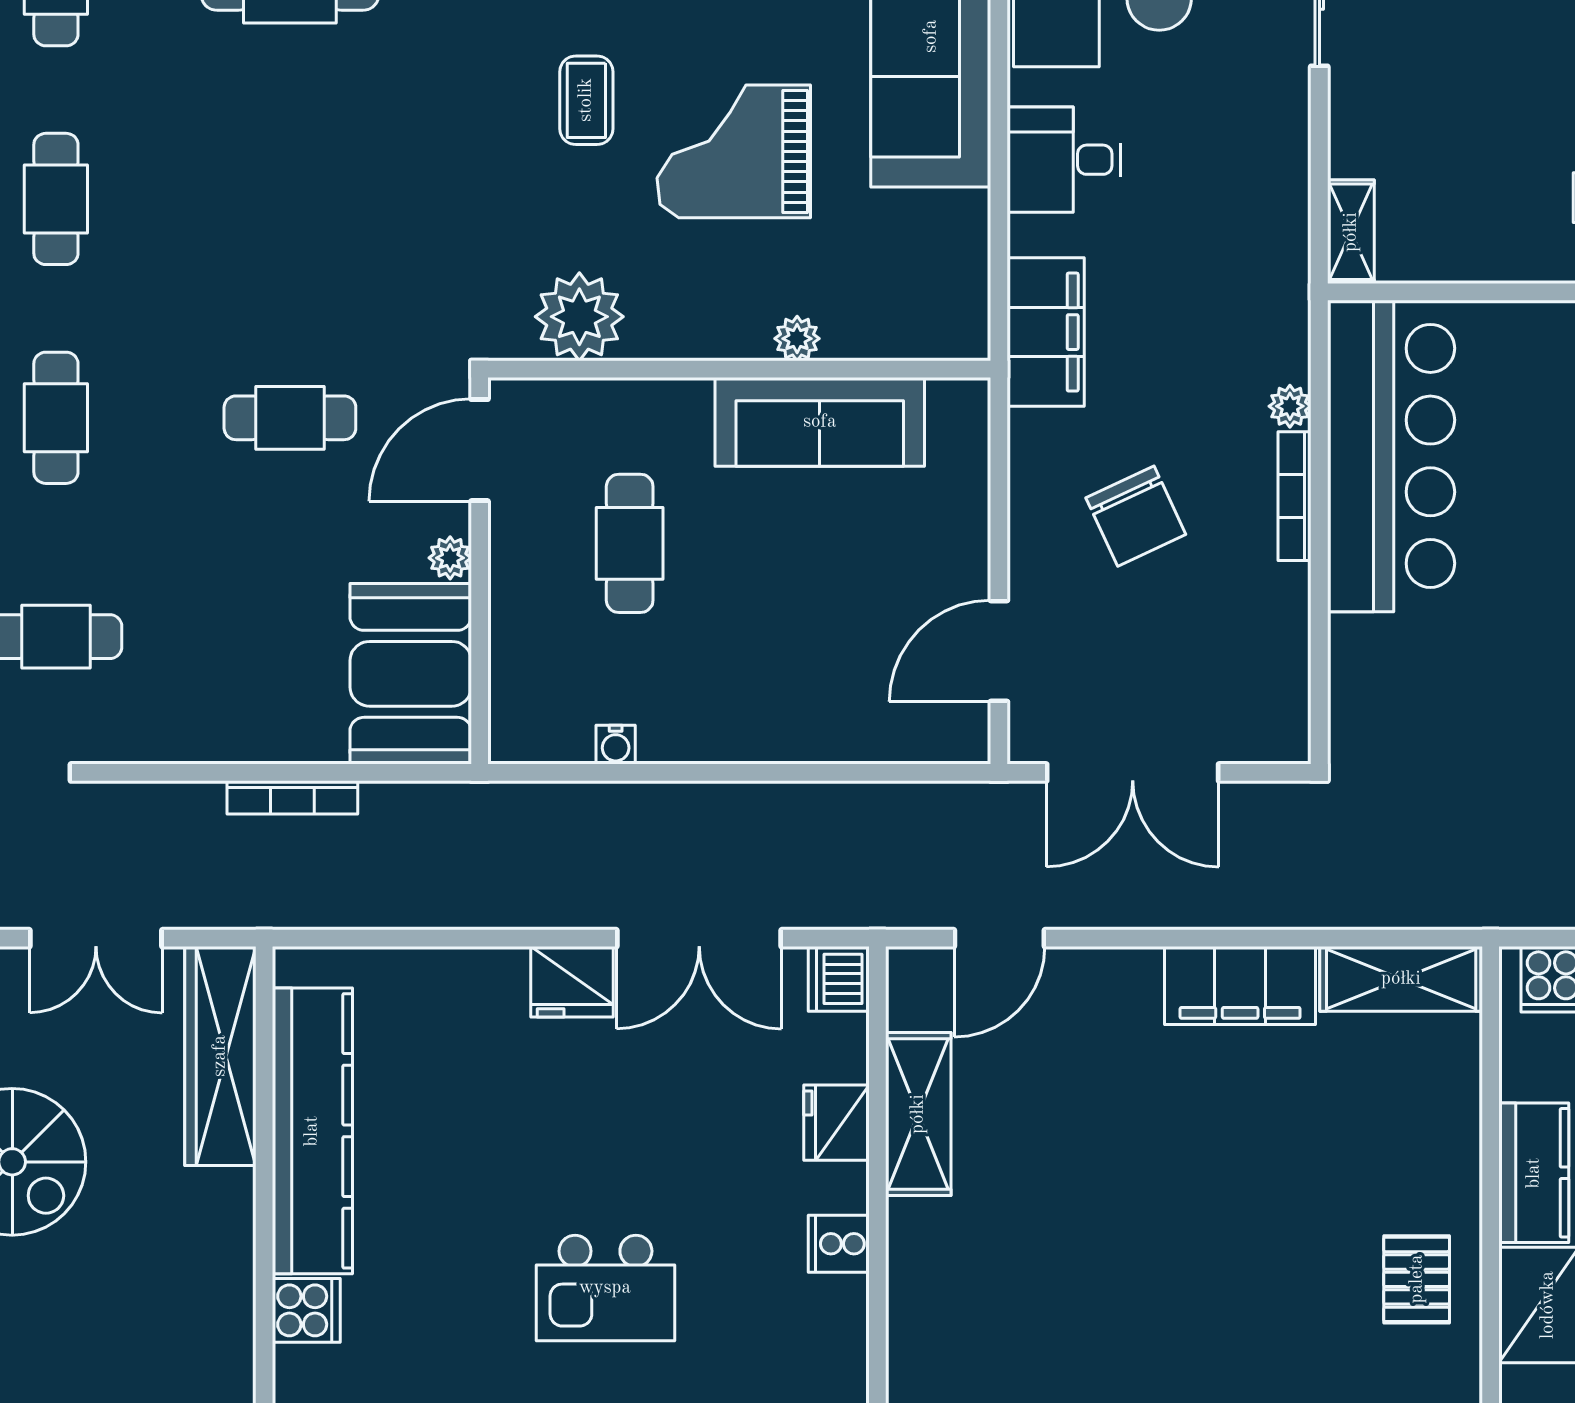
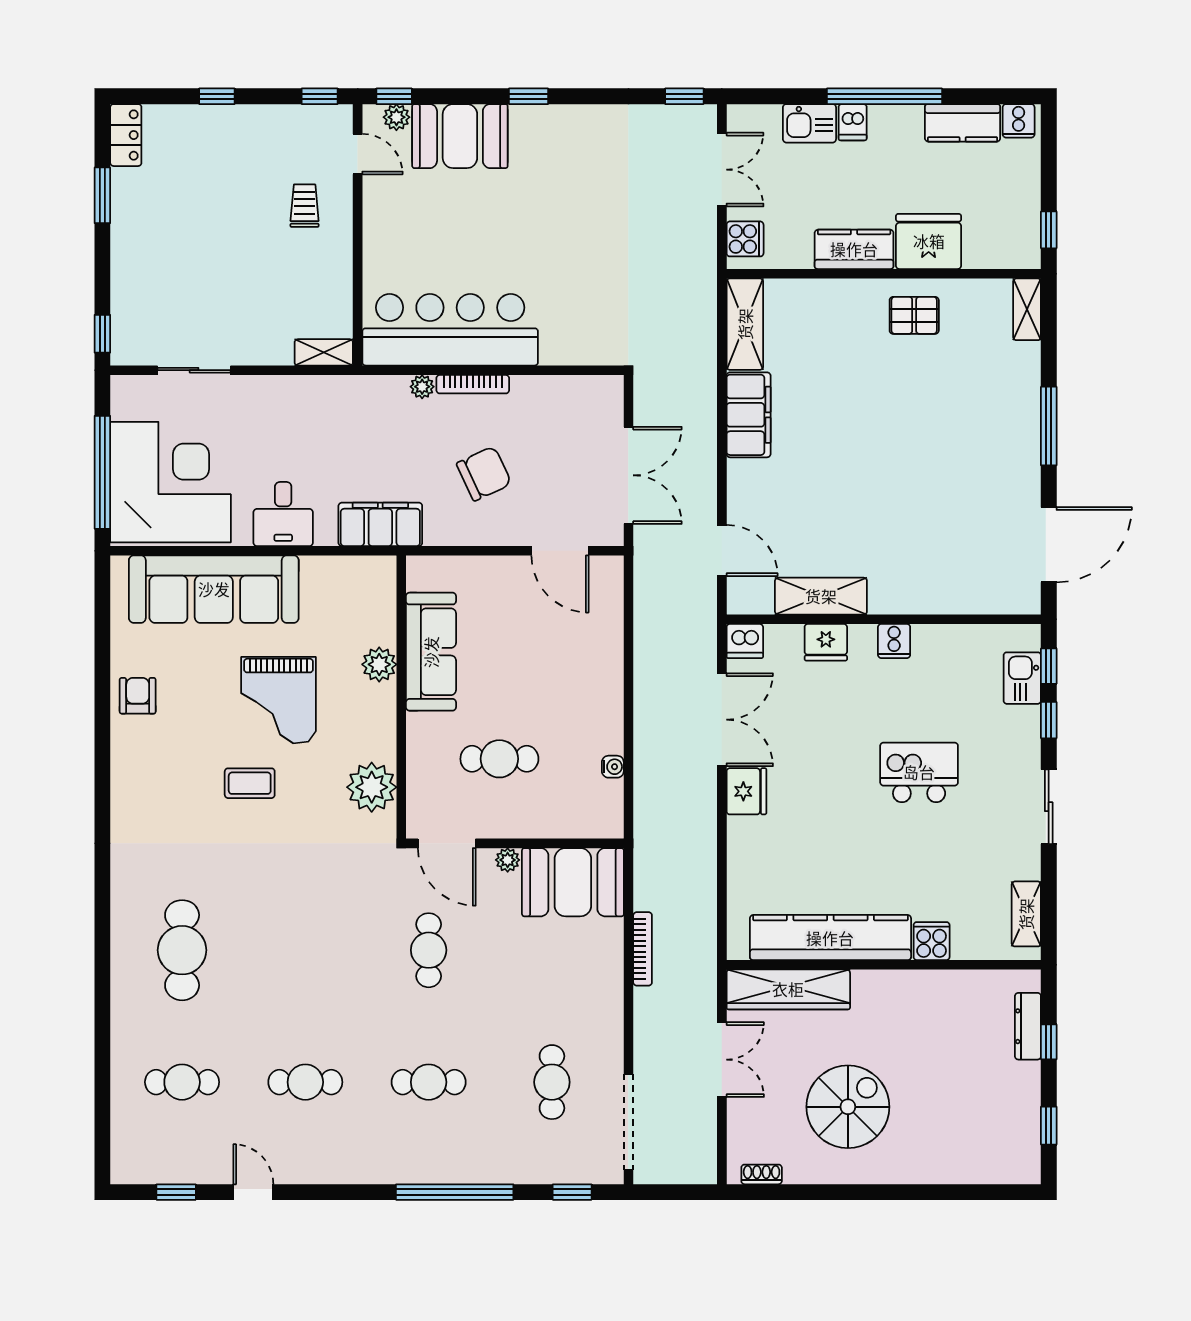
plant: (797, 339) -> (379, 664), width x1.38, depth x1.38
kitchen island: (605, 1288) -> (919, 772), turned -90

